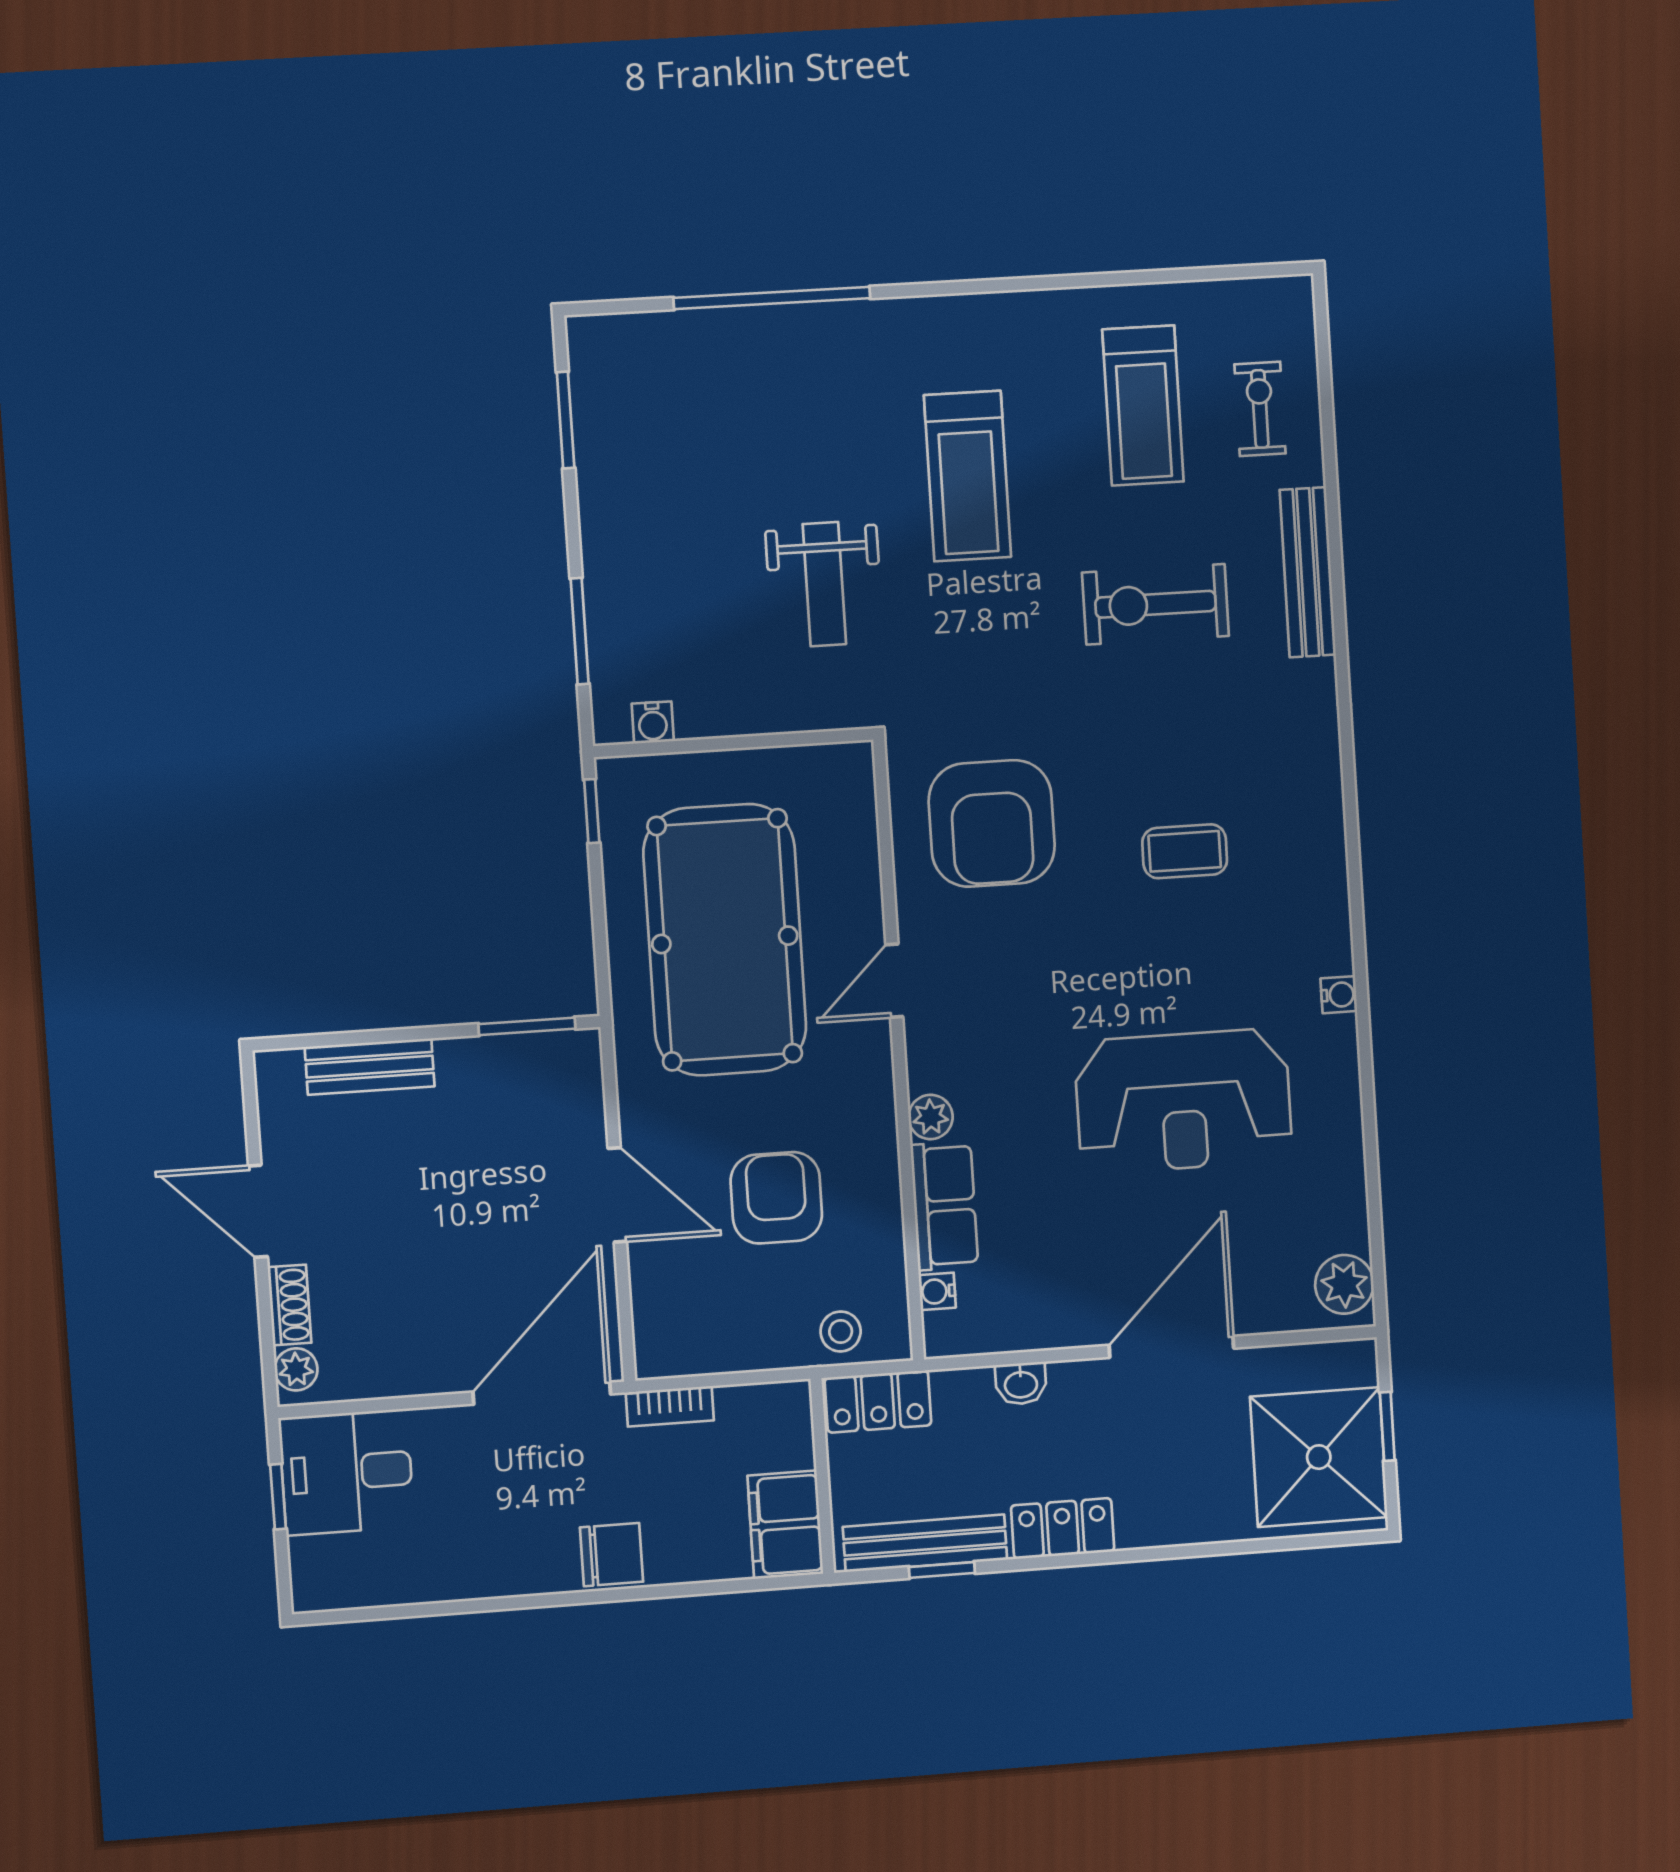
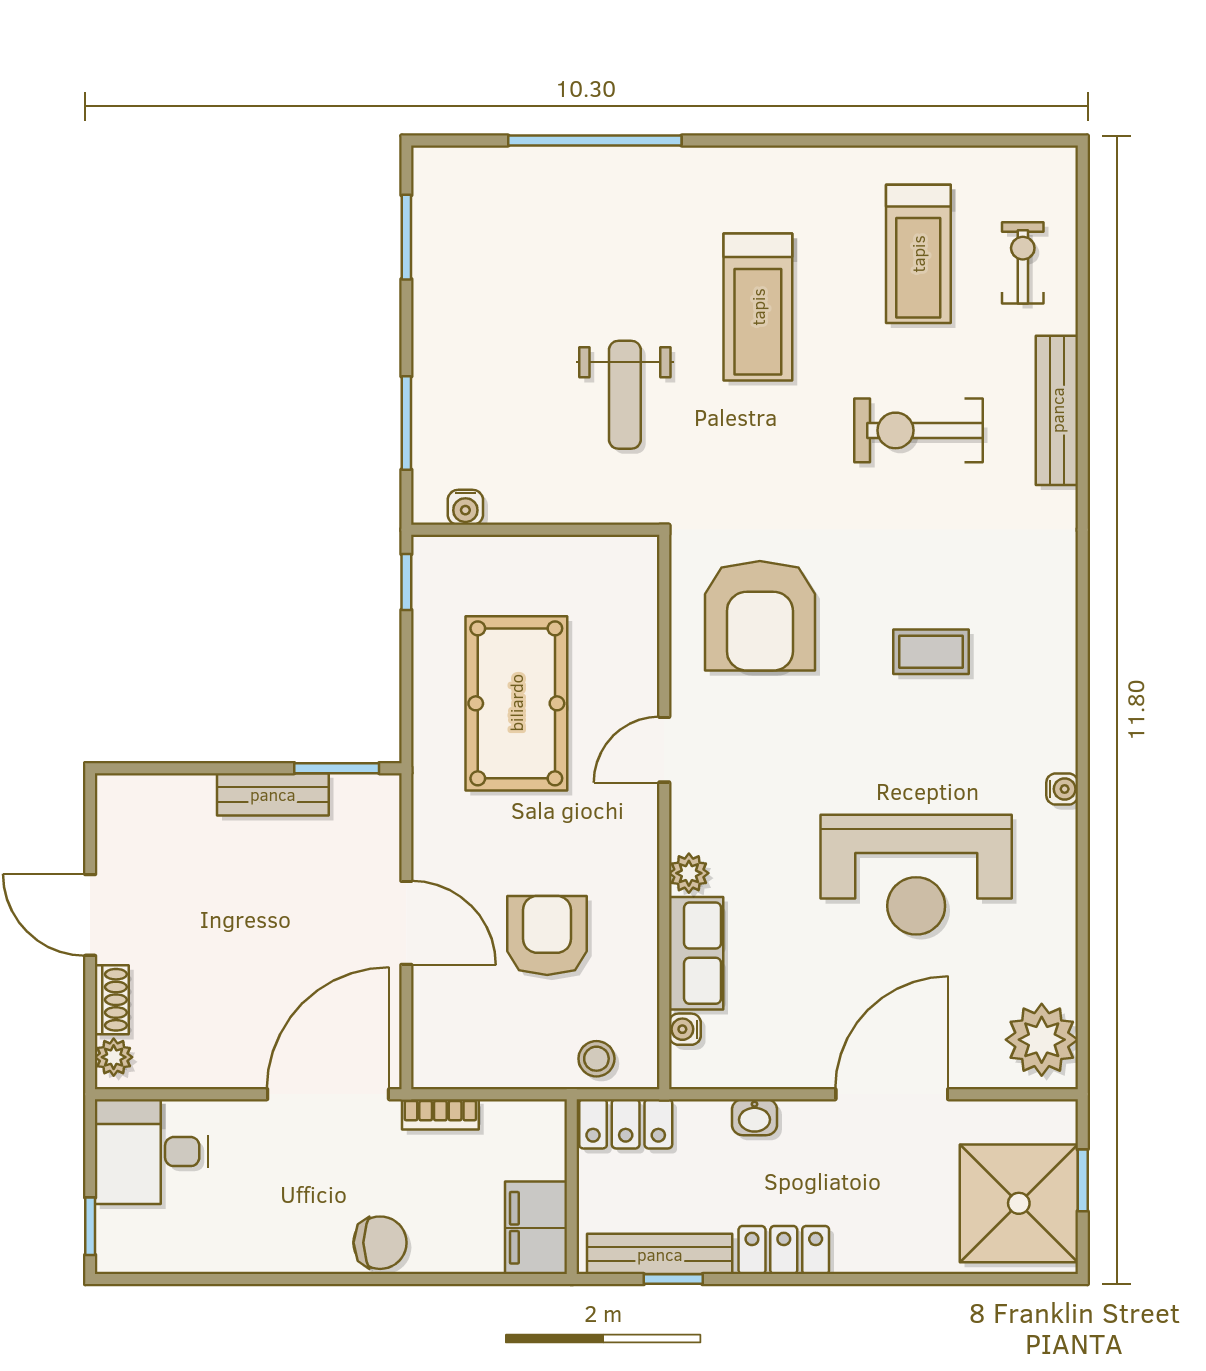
pool table: (725, 940) -> (516, 703), width x0.73, depth x0.76
bench: (370, 1067) -> (273, 794), moved
plant: (1344, 1284) -> (1042, 1040), width x1.36, depth x1.36
window: (278, 1497) -> (90, 1226), moved

